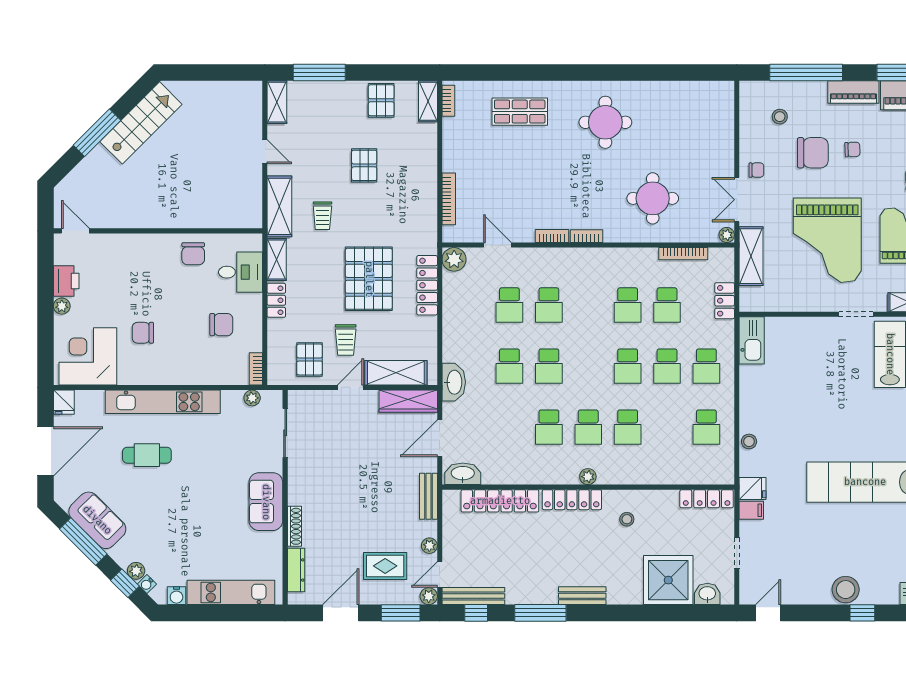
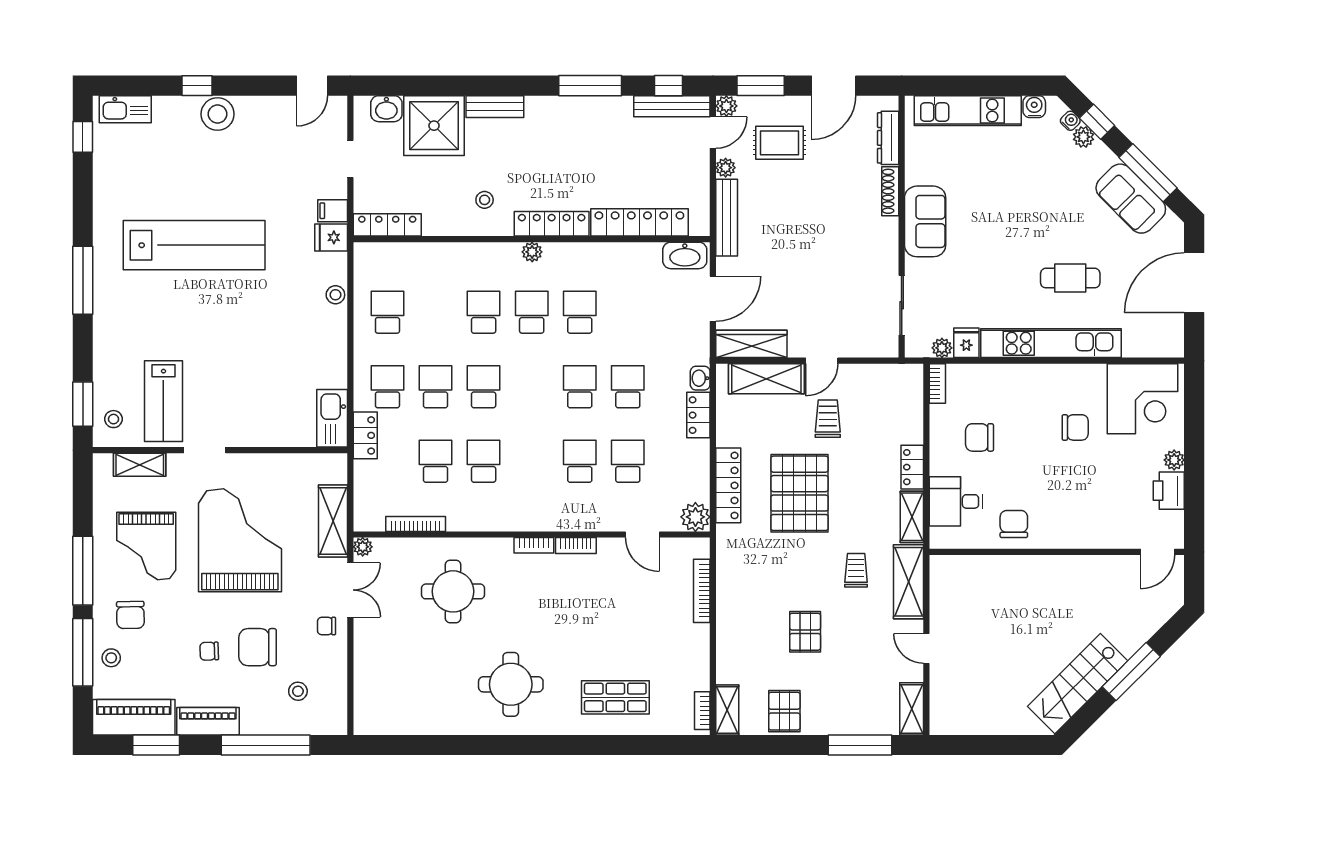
door: (75, 231) -> (1158, 552), hinge flipped
locker: (725, 301) -> (365, 435), moved
locker: (452, 343) -> (698, 415), added
pallet: (310, 359) -> (872, 395), removed
washbasin: (454, 382) -> (700, 378), width x0.52, depth x0.69
fridge: (64, 402) -> (966, 343), moved
bench: (428, 496) -> (727, 218), width x1.36
bench: (582, 596) -> (495, 107), moved

